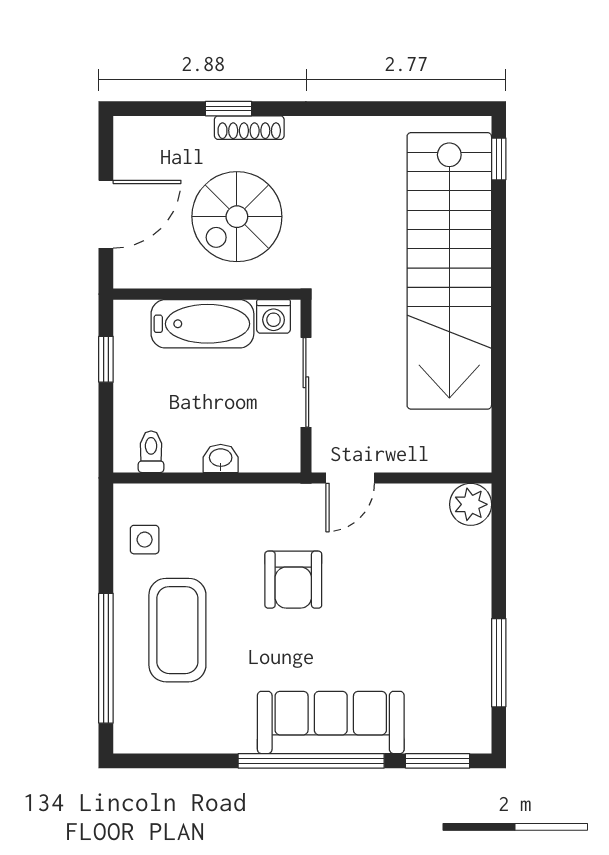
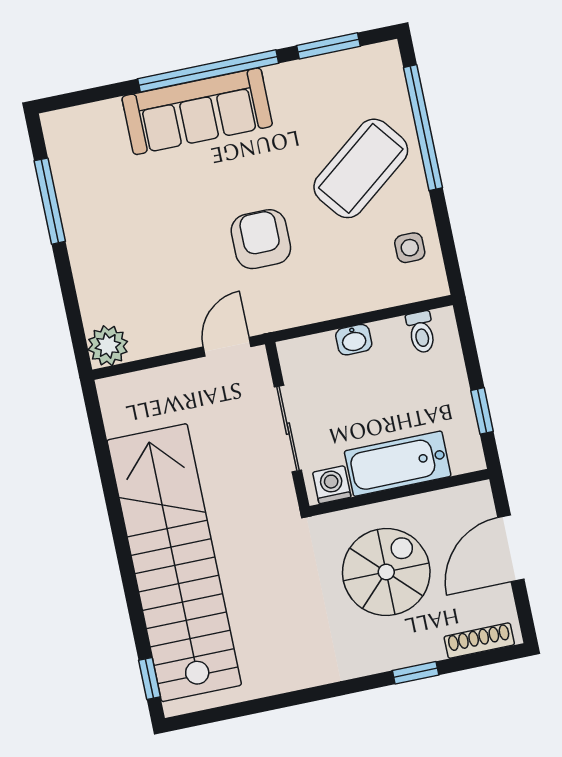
shoe rack: (249, 128) -> (479, 641), moved
coffee table: (177, 630) -> (361, 168), turned 52
window: (438, 761) -> (328, 46), moved

